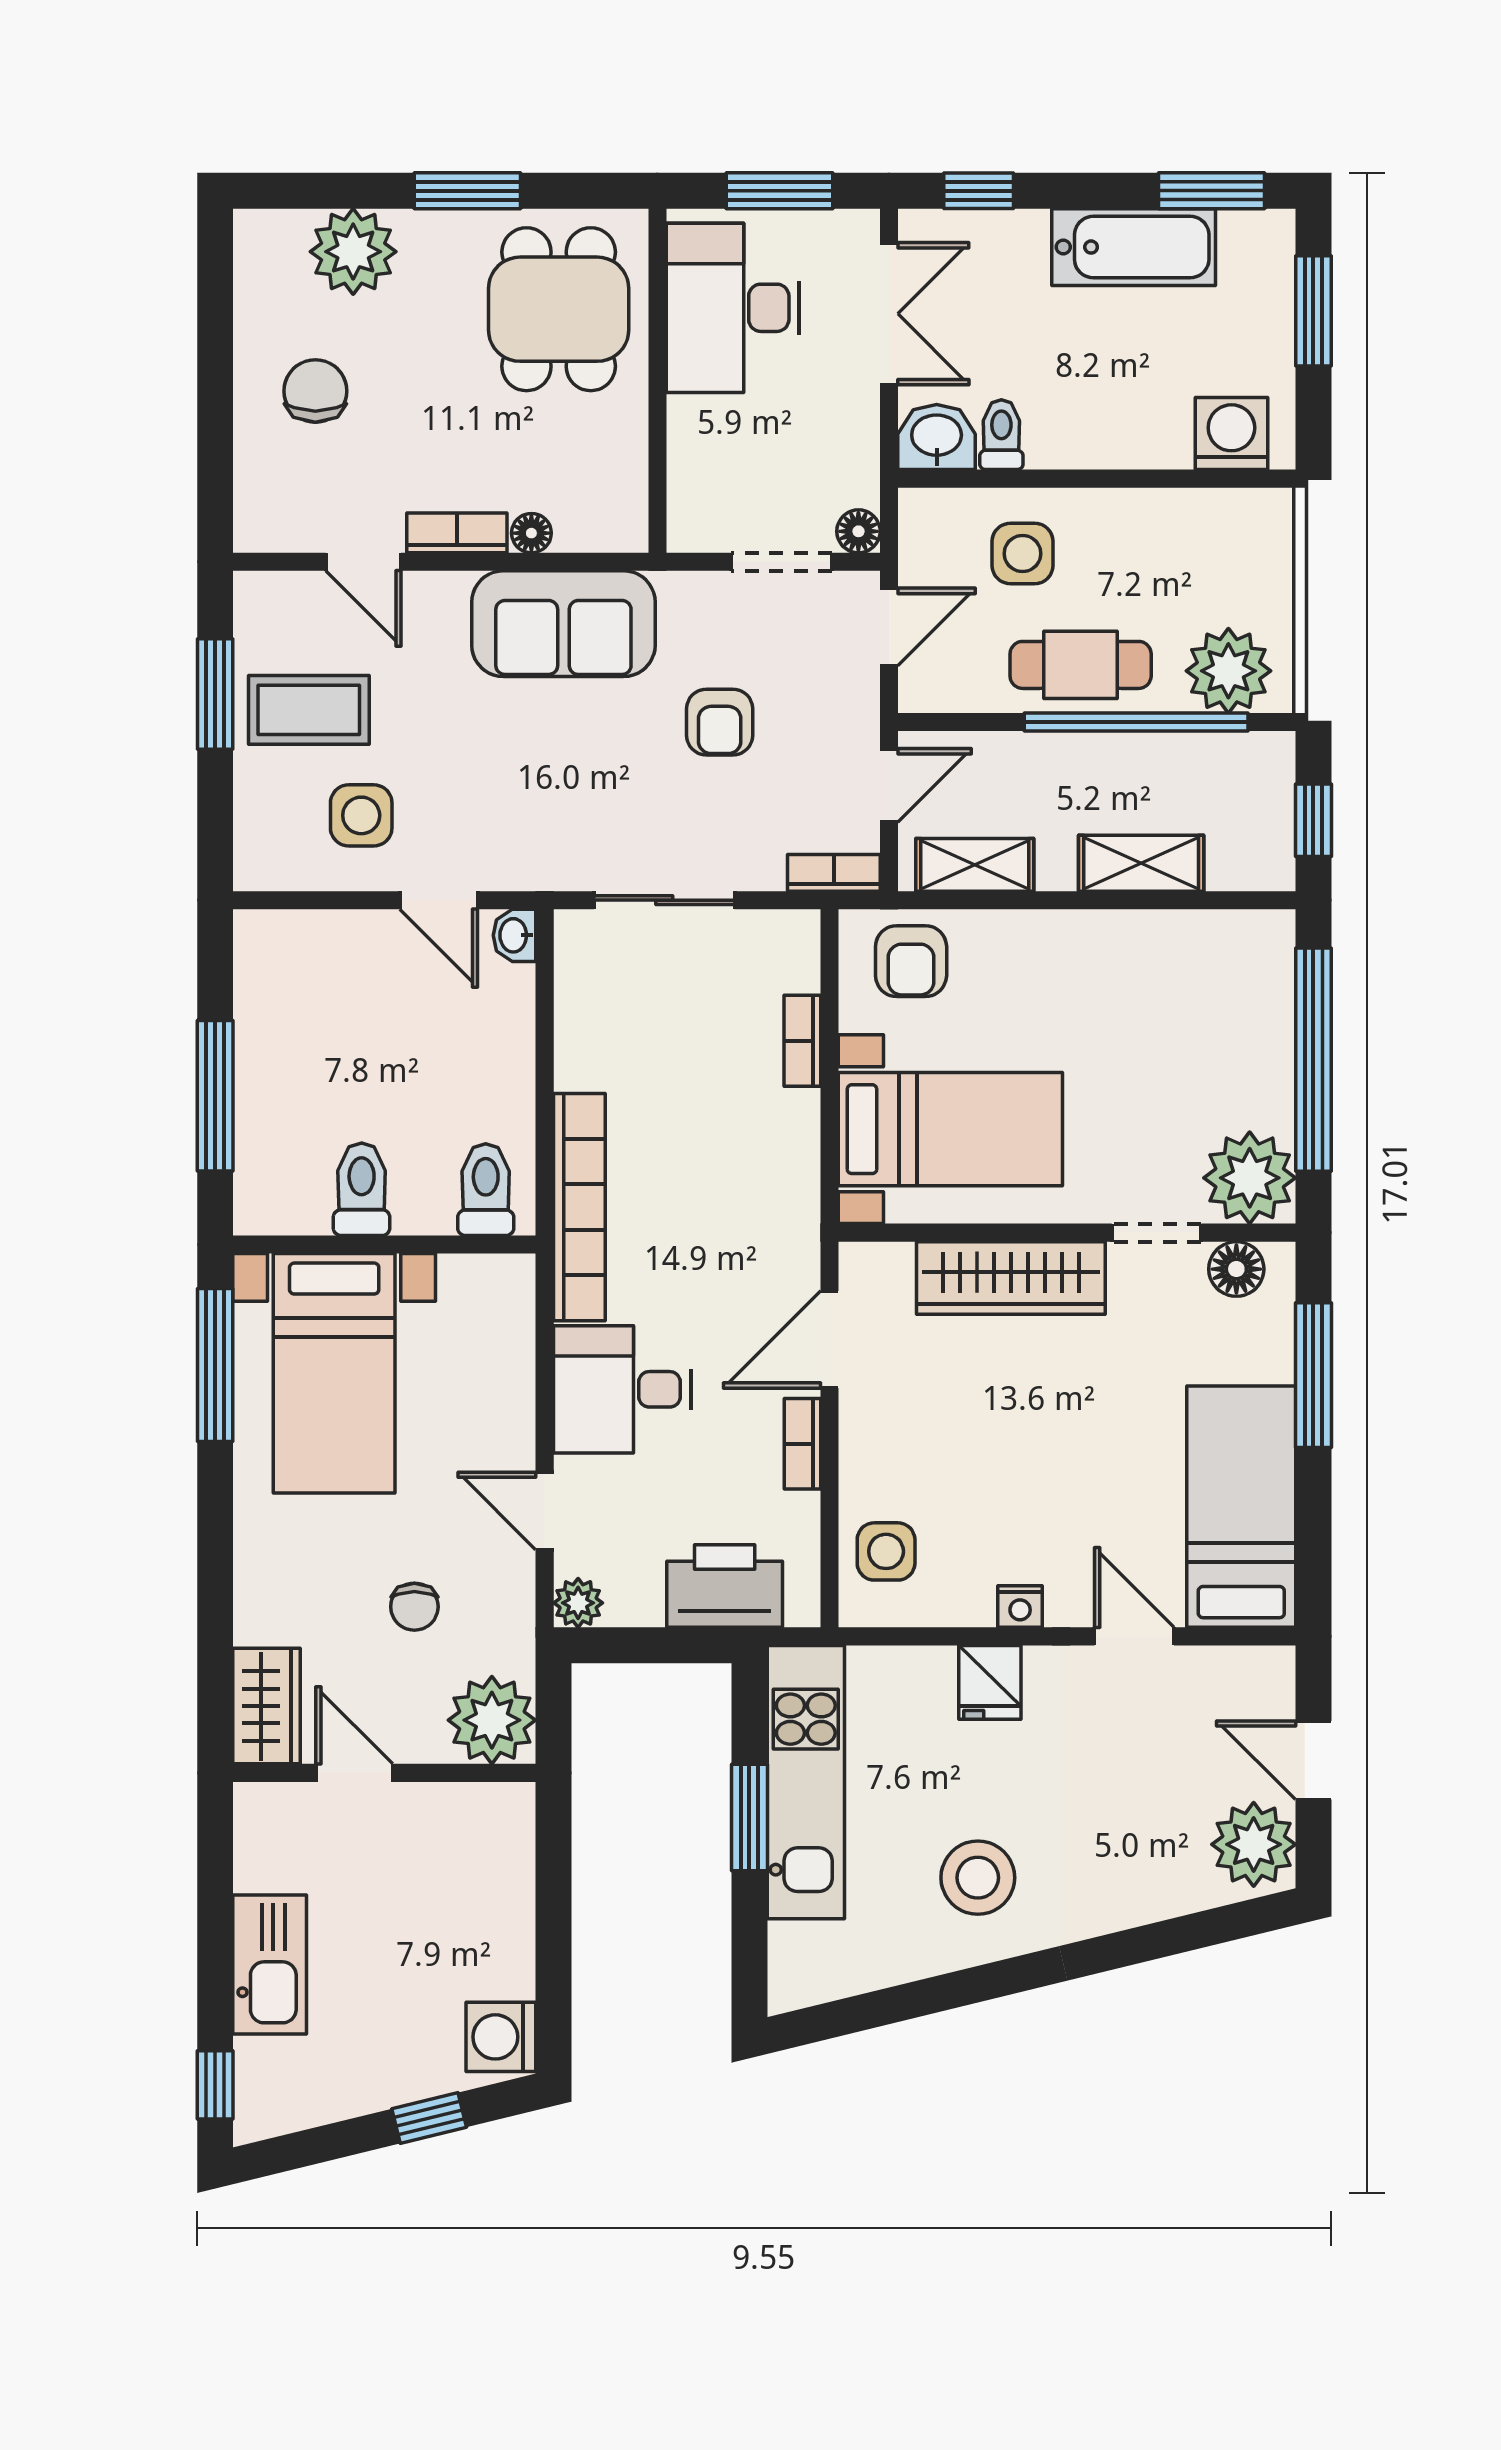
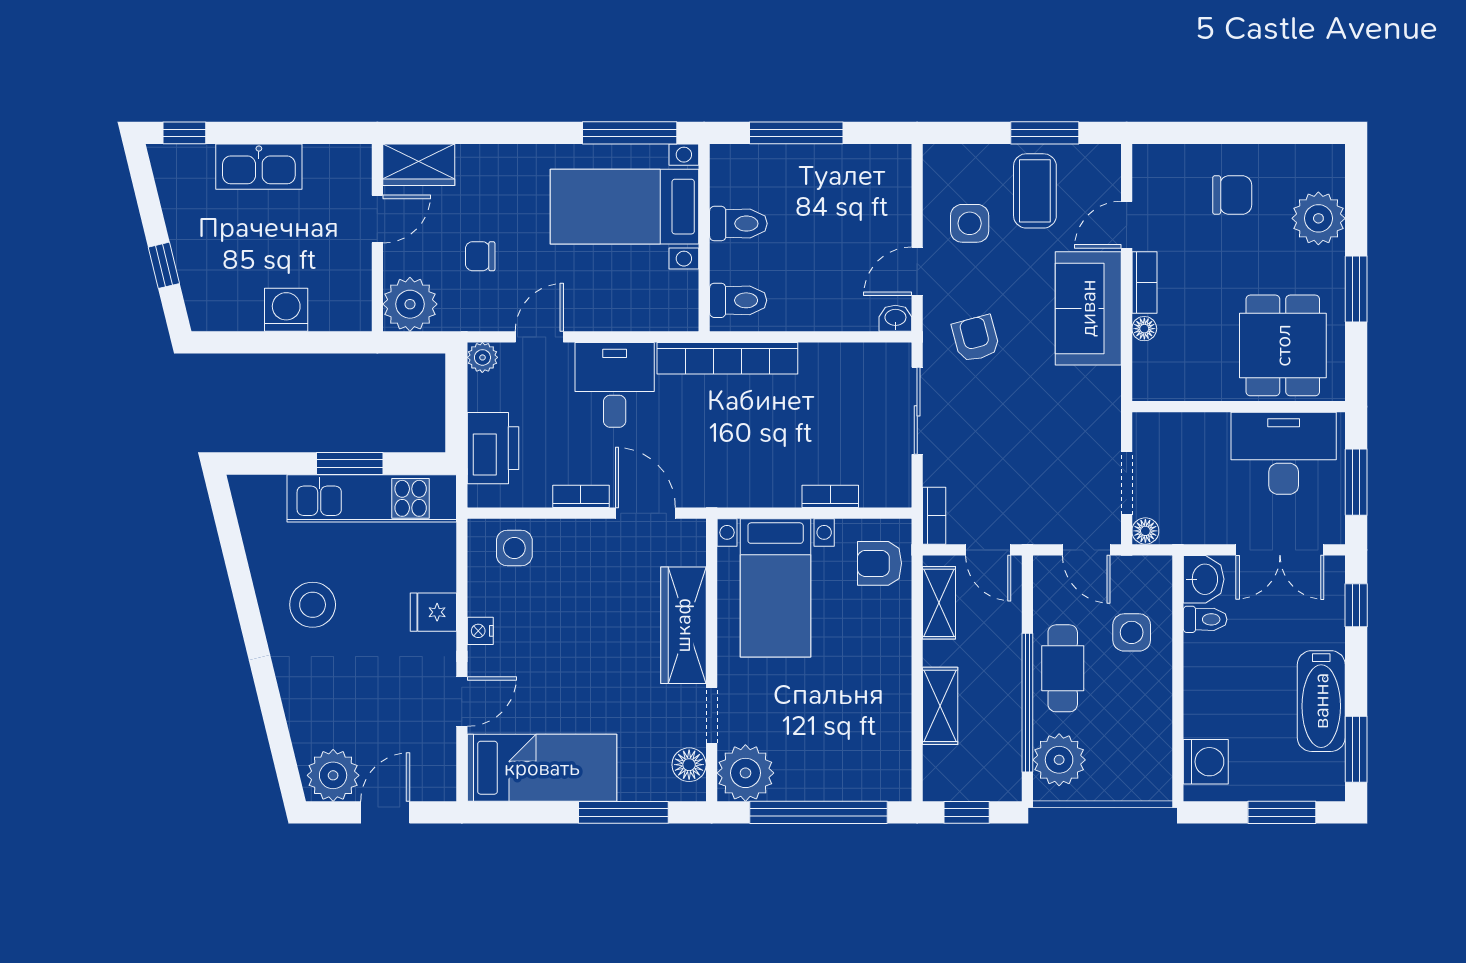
dining table: (559, 309) -> (1283, 345), turned 90
sofa: (563, 624) -> (1088, 308), moved
armchair: (720, 722) -> (976, 339), moved, turned 75
washing machine: (501, 2037) -> (286, 310), moved

